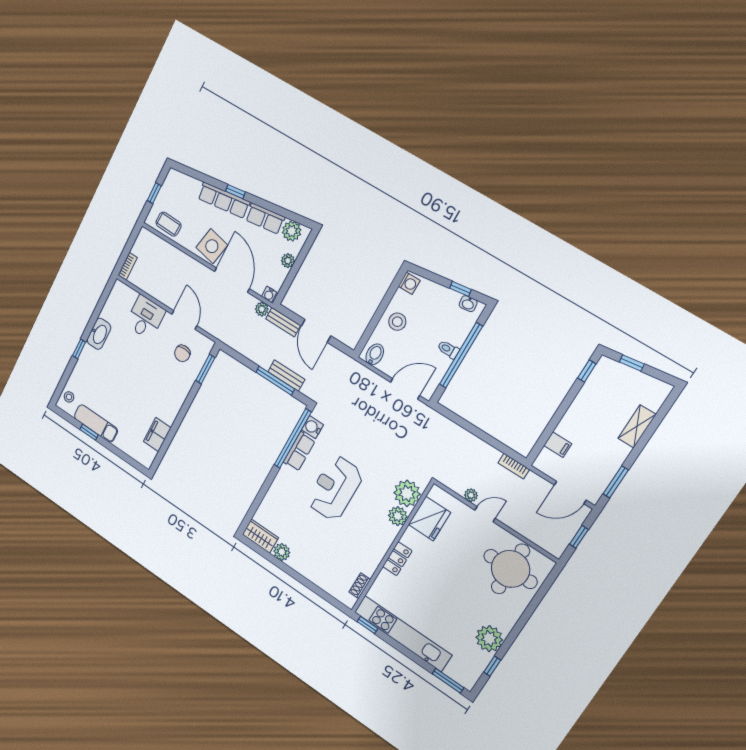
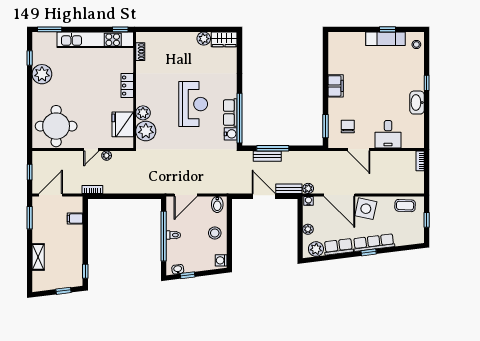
filing cabinet: (157, 435) -> (336, 86), moved

